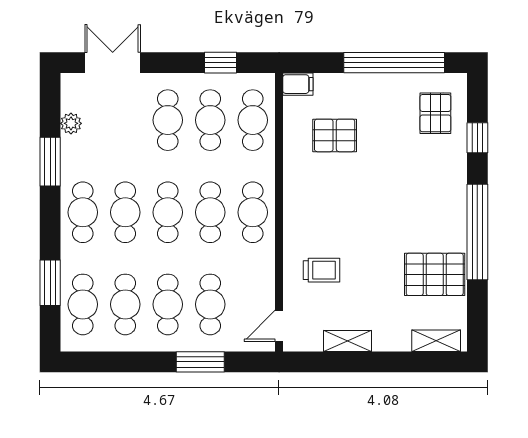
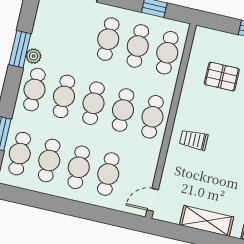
filing cabinet: (298, 84) -> (204, 35), removed
plant: (71, 123) -> (34, 56), moved
trolley: (321, 270) -> (194, 140), moved, turned 180
shelving: (347, 341) -> (207, 221), width x1.50, depth x1.33
window: (200, 362) -> (92, 212), removed

